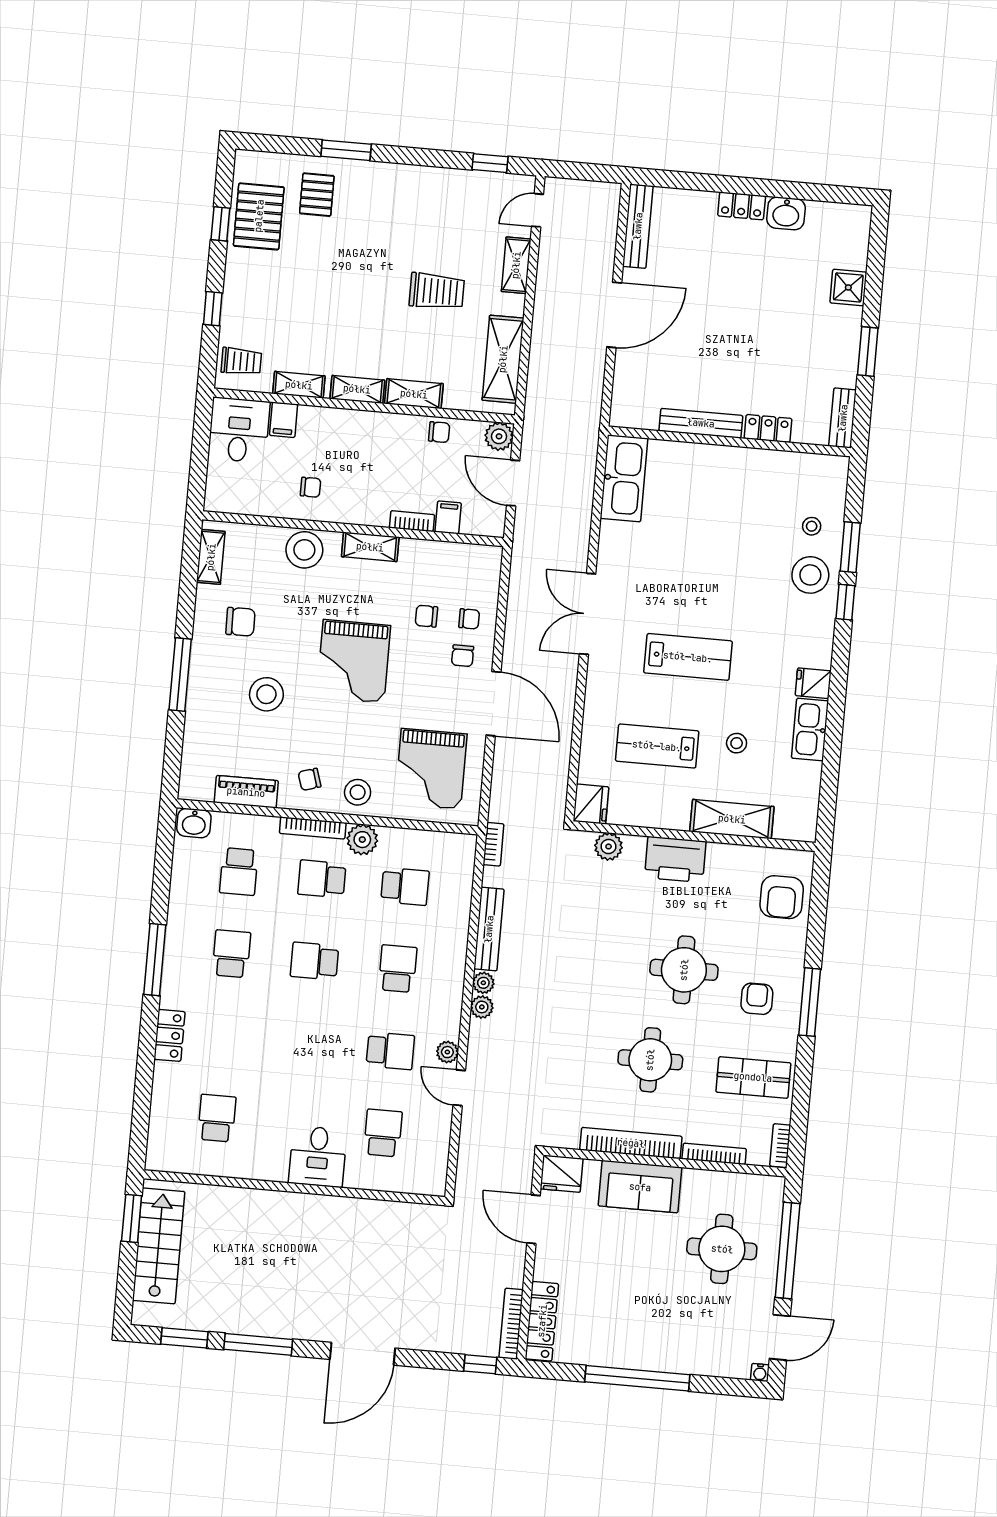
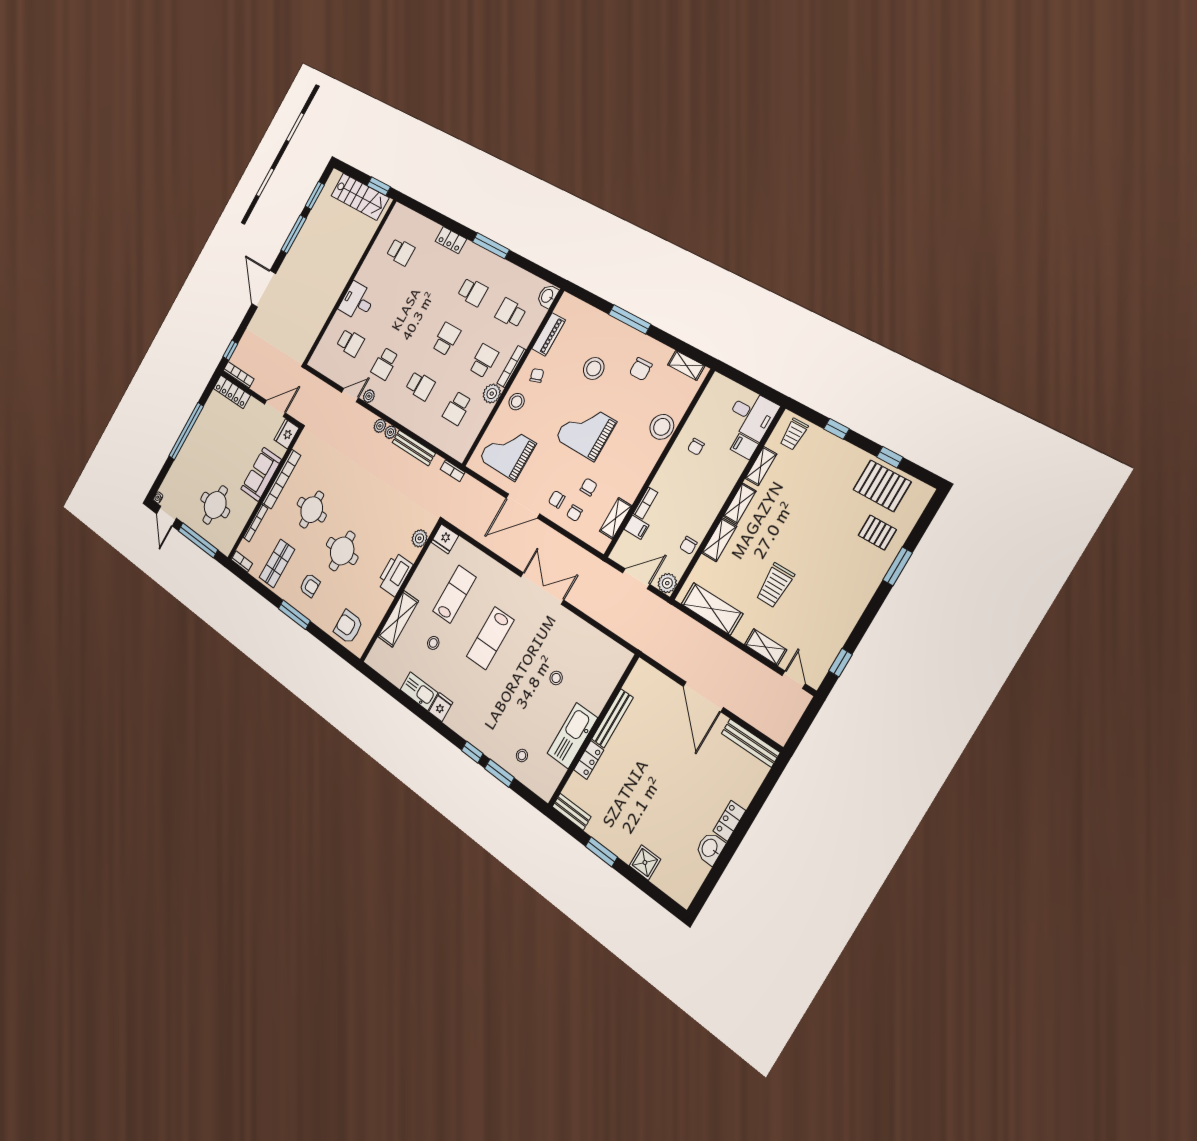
kitchen sink: (624, 478) -> (572, 736), moved, turned 90
shelving: (370, 547) -> (616, 518), moved
stool: (810, 575) -> (556, 678), moved, width x0.53, depth x0.53

